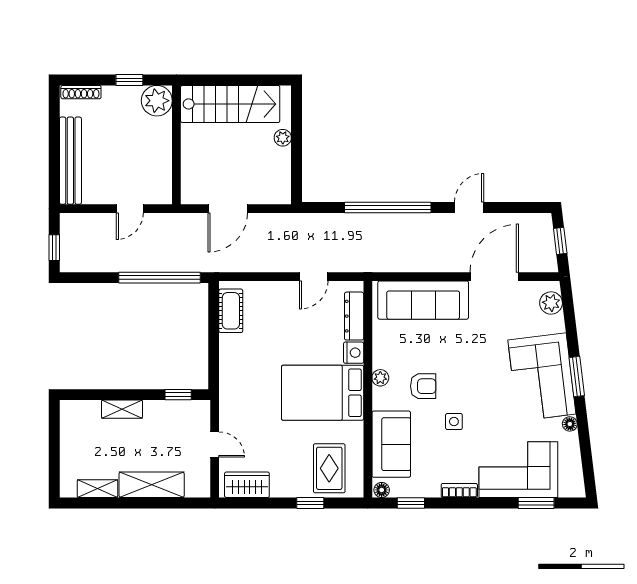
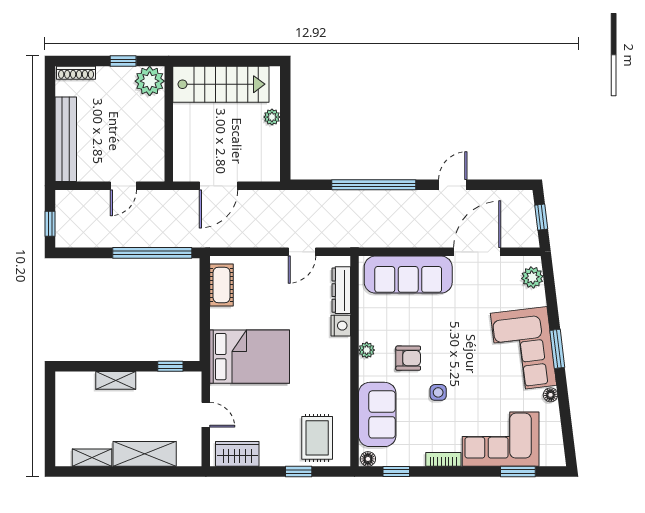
bed: (323, 393) -> (250, 357), moved, turned 180

